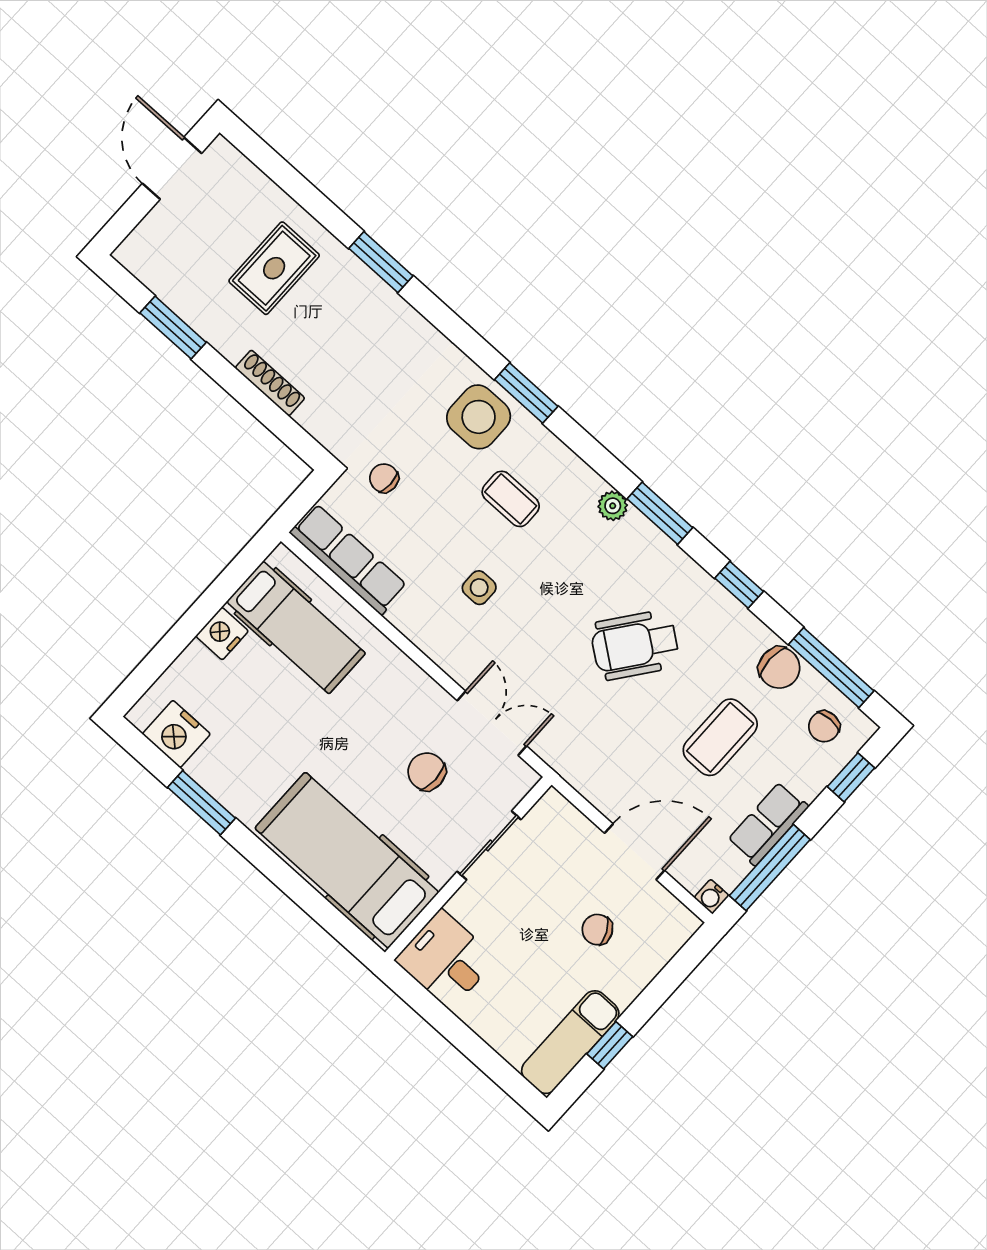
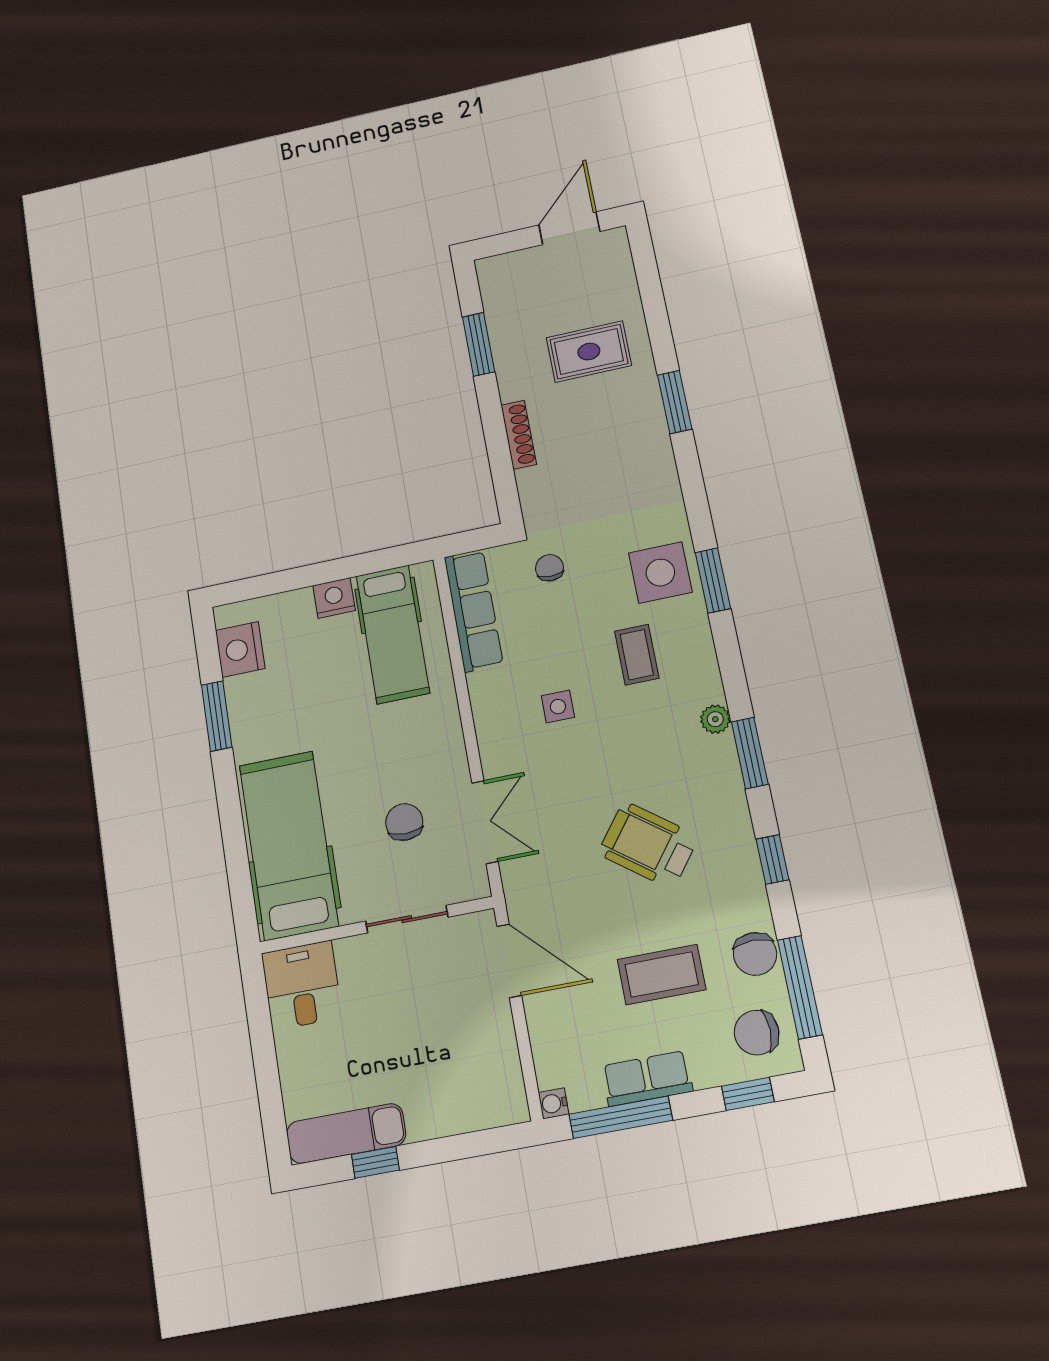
chair: (824, 726) -> (757, 1033), width x1.37, depth x1.37
door: (635, 852) -> (509, 961), moved
chair: (597, 930) -> (440, 1057), removed

